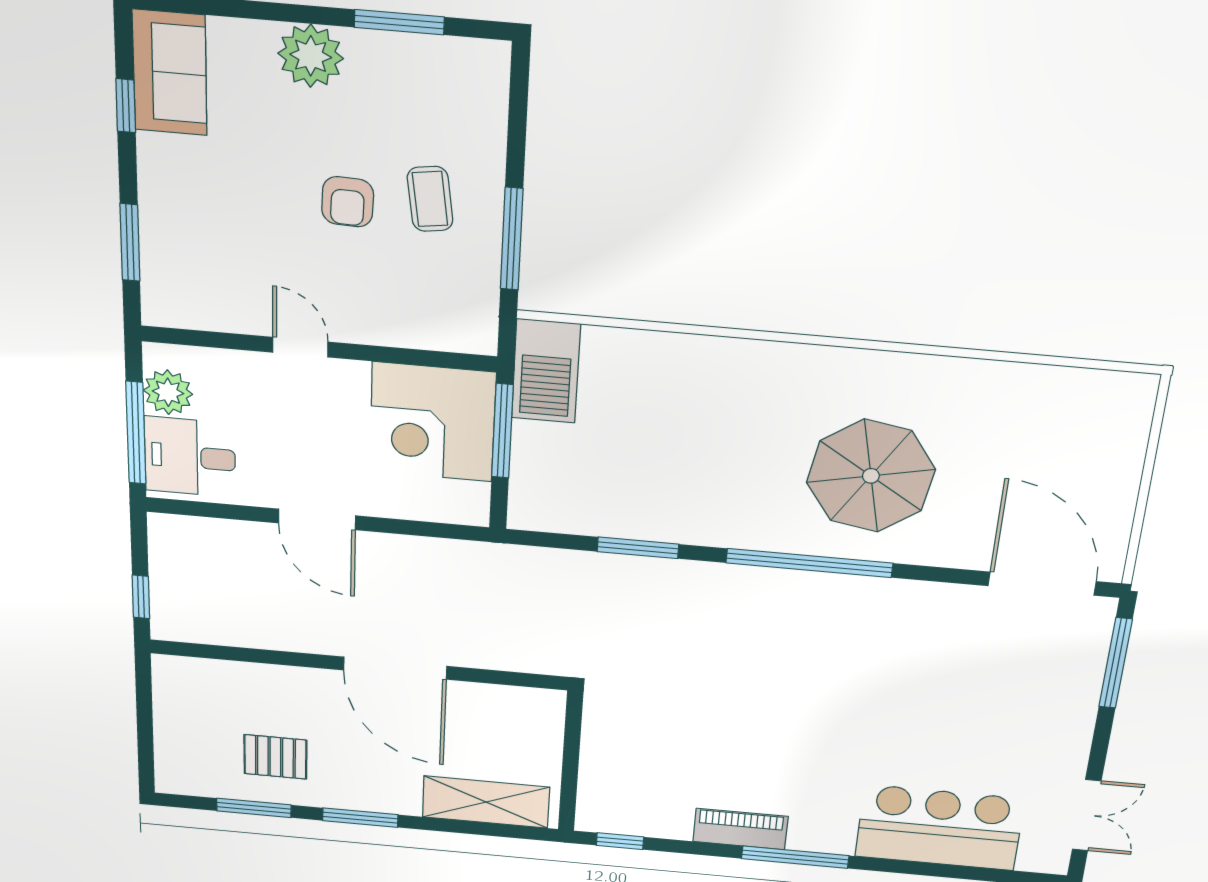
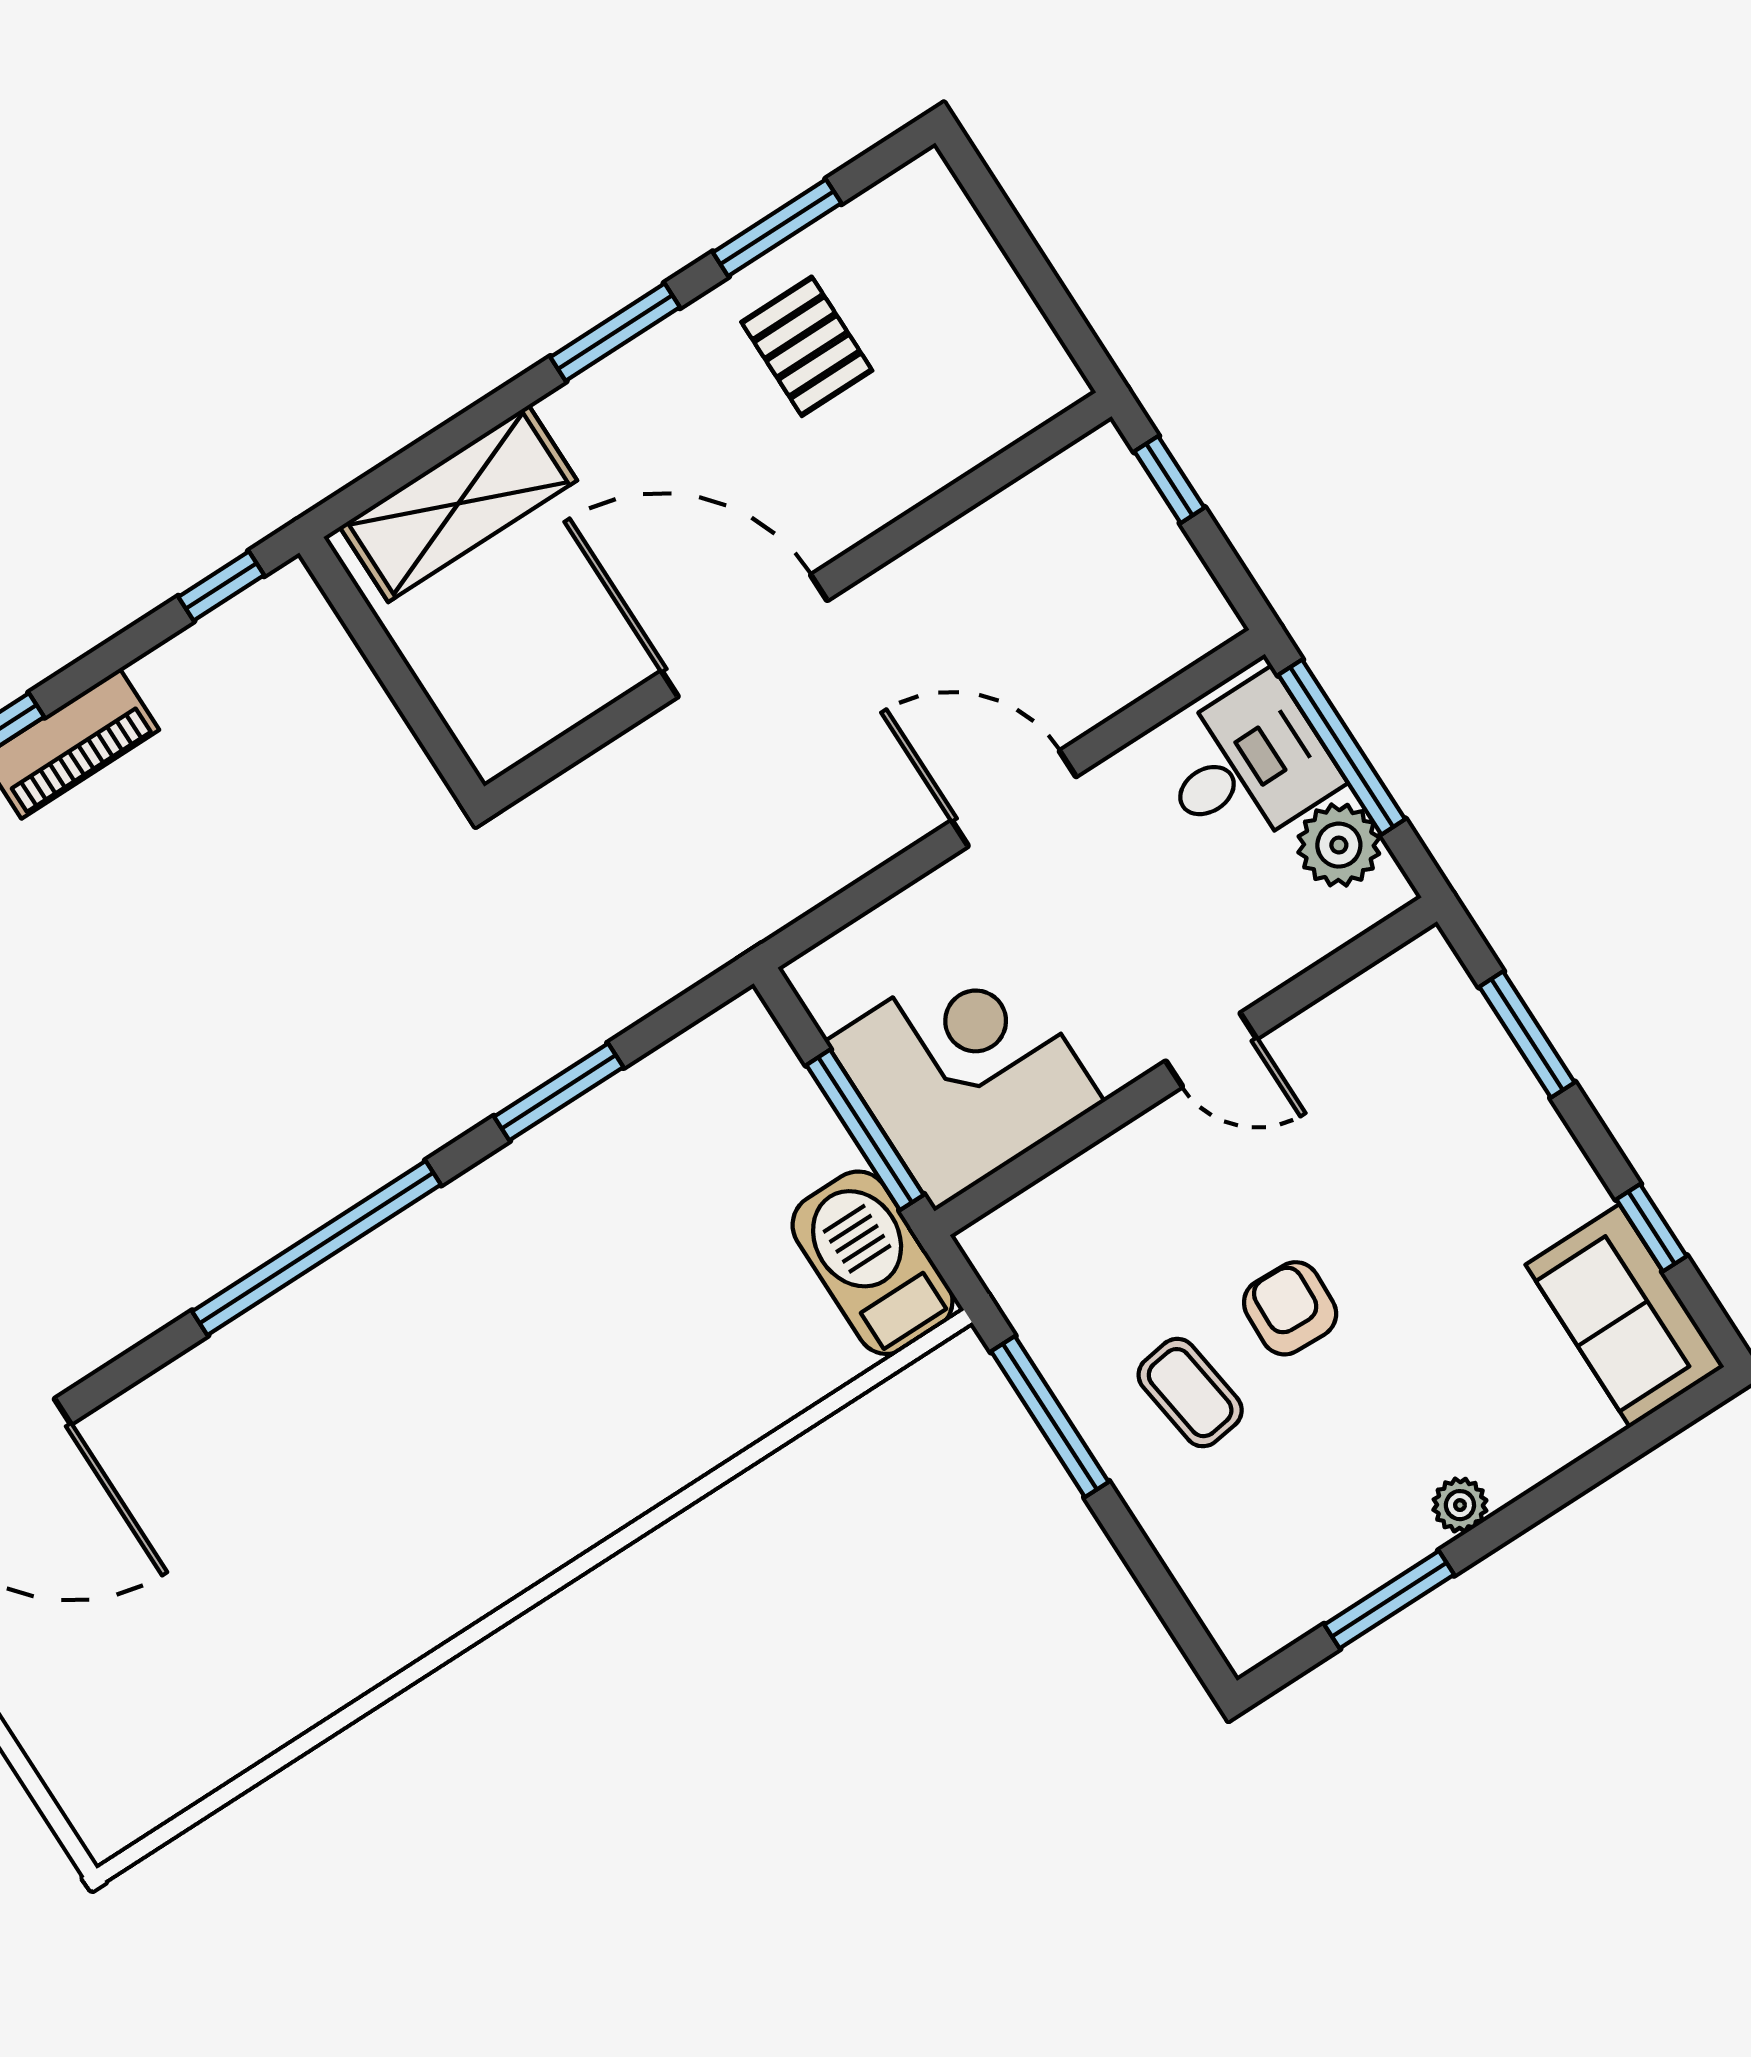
plant: (311, 56) -> (1460, 1505), width x0.53, depth x0.53
parasol: (871, 476) -> (341, 1440), removed
pallet: (275, 757) -> (807, 346), turned 90

